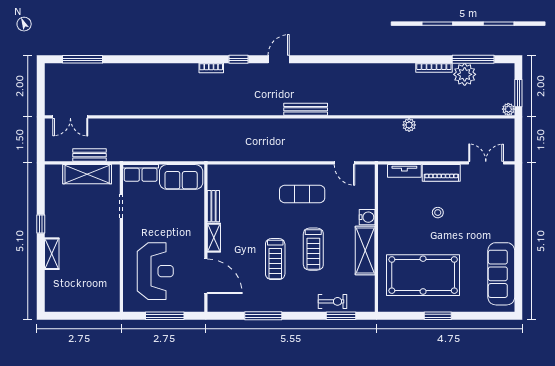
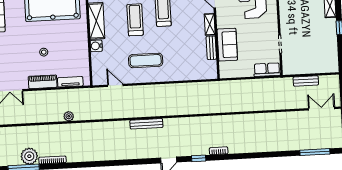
shelving: (87, 174) -> (307, 67), removed
sofa: (181, 177) -> (227, 45), moved, turned 90

